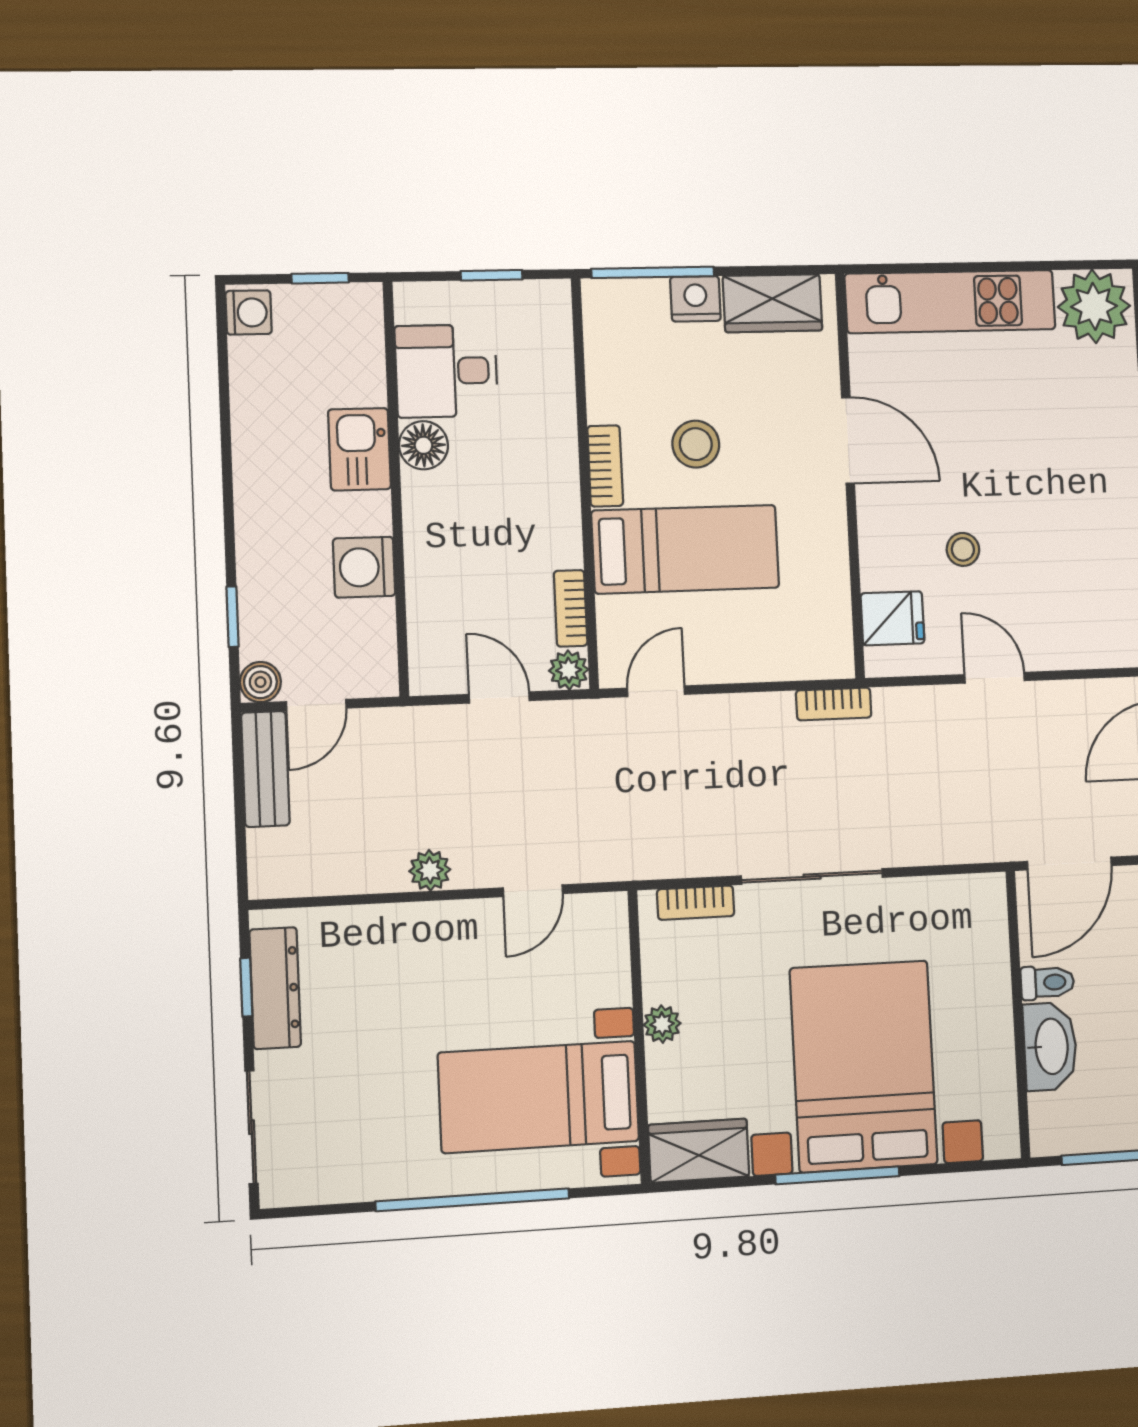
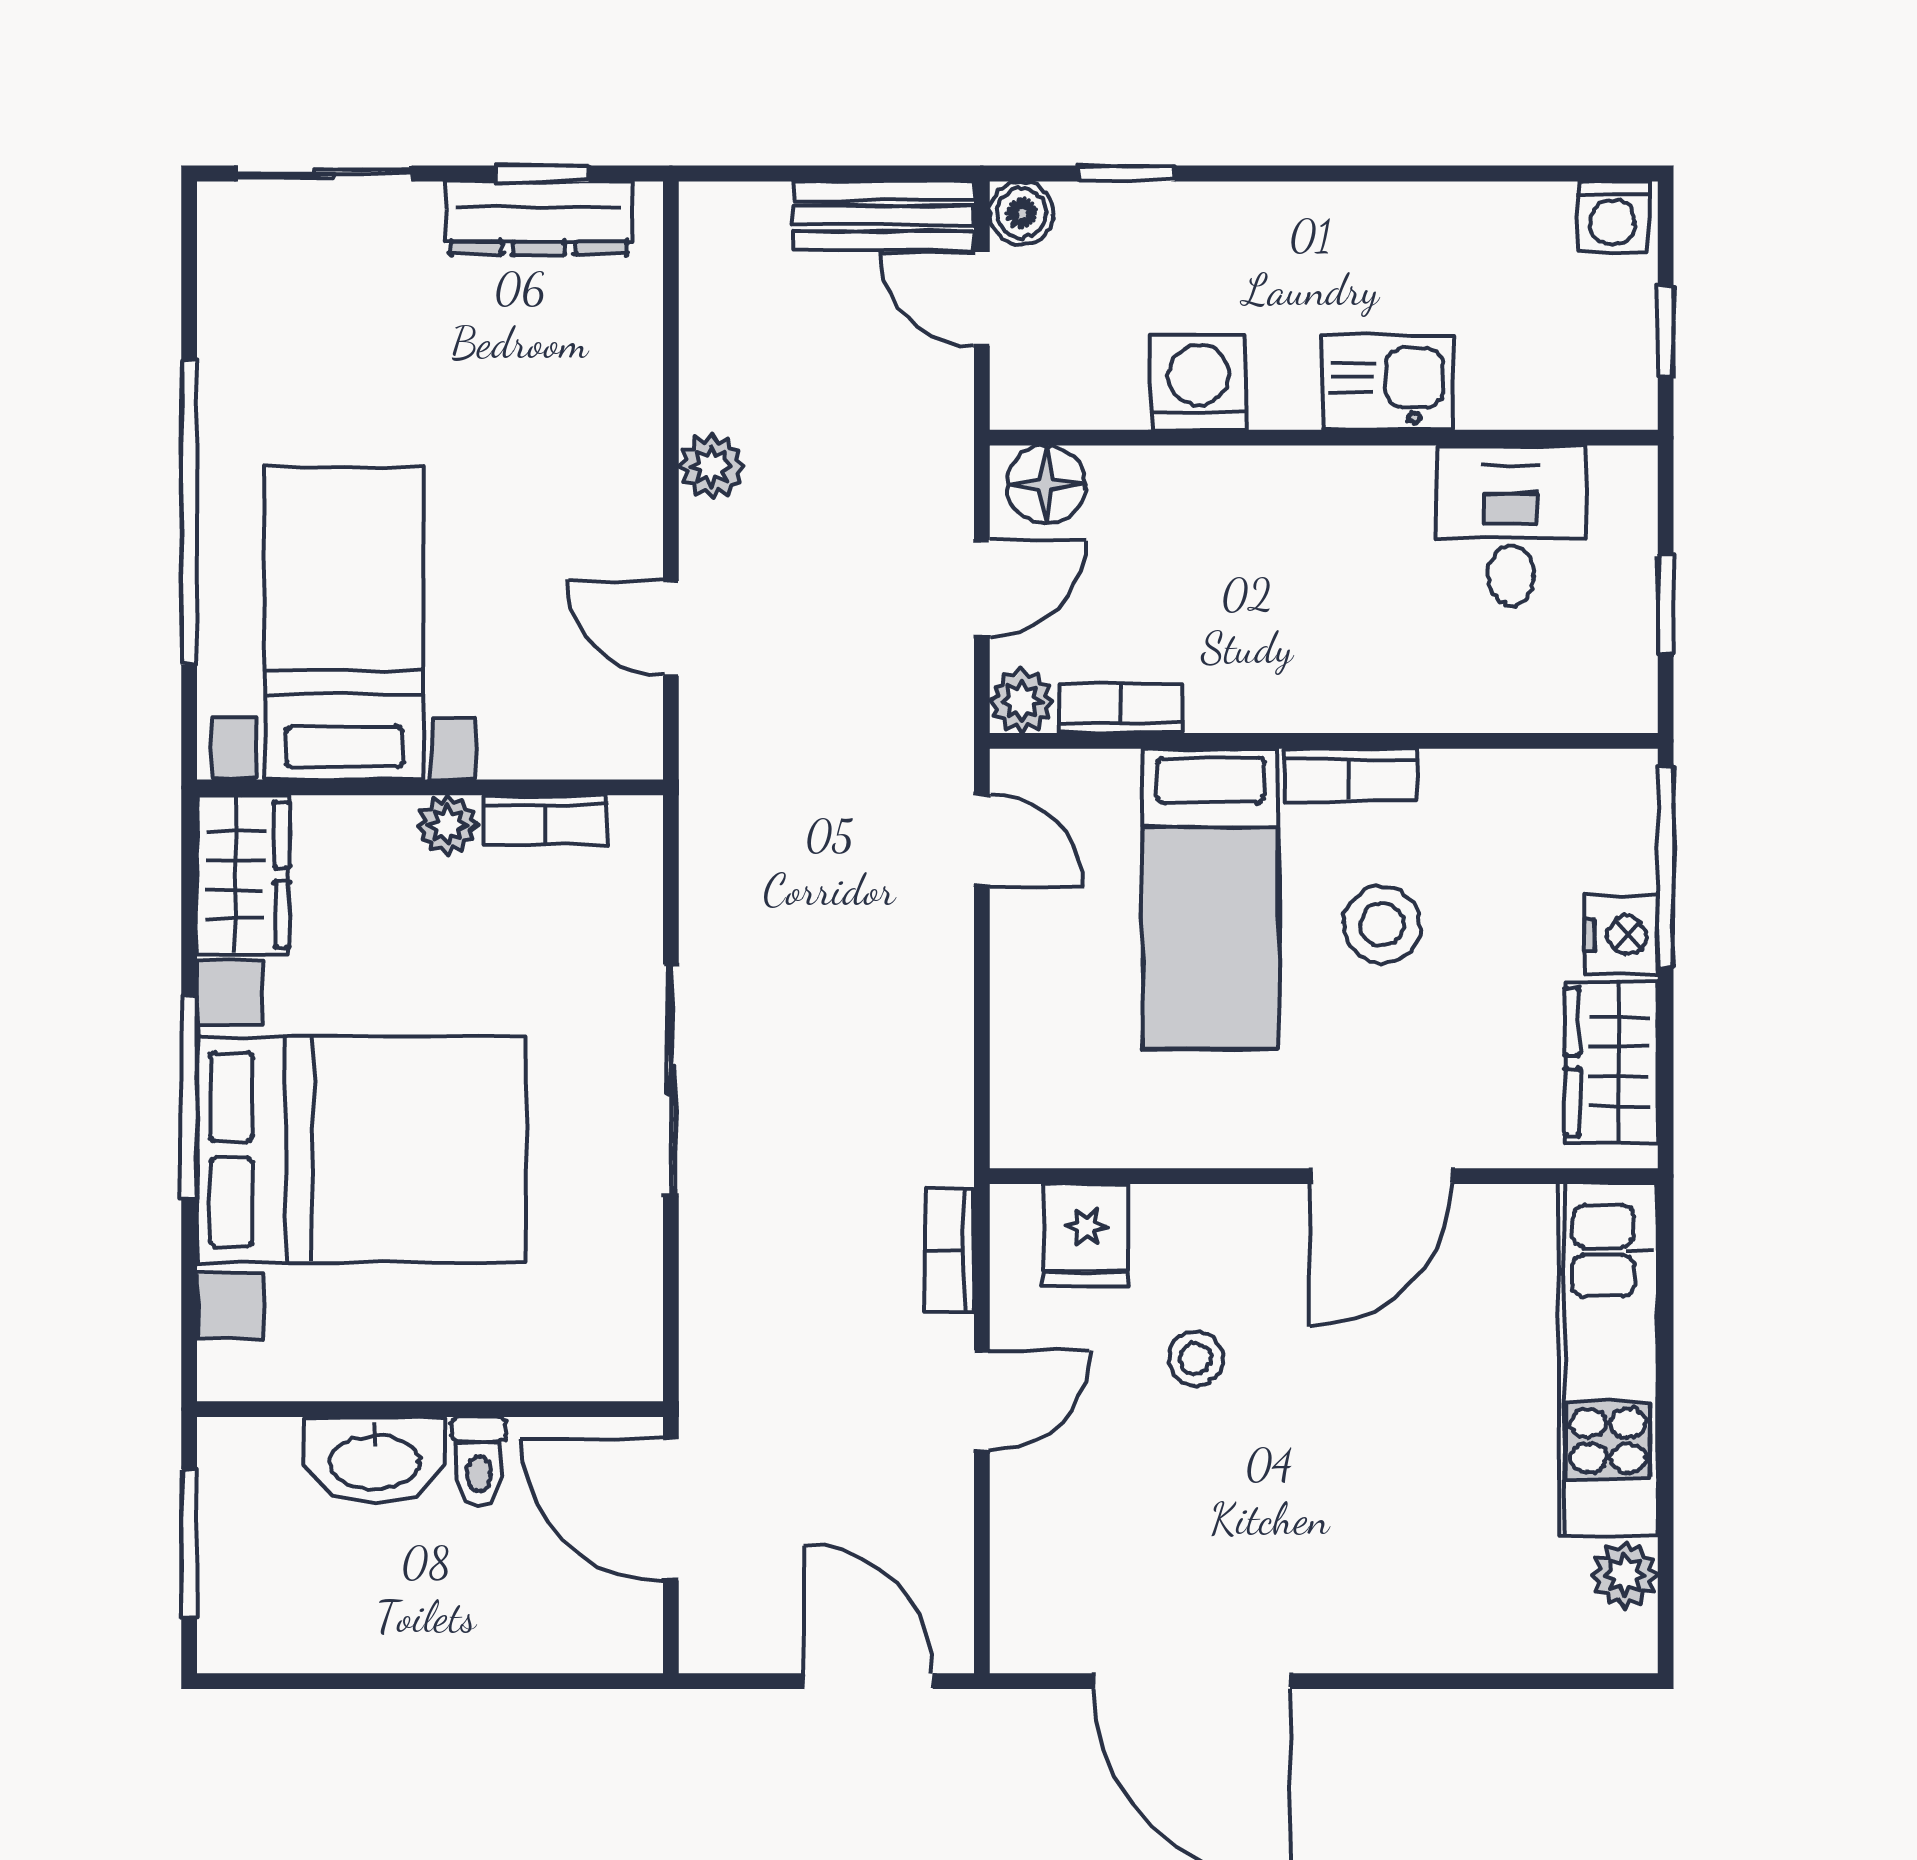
plant: (1094, 306) -> (1625, 1575), width x0.53, depth x0.53
floor lamp: (423, 445) -> (1046, 484), moved
bookcase: (834, 704) -> (949, 1251), moved
bookcase: (696, 903) -> (545, 820), moved, turned -90

